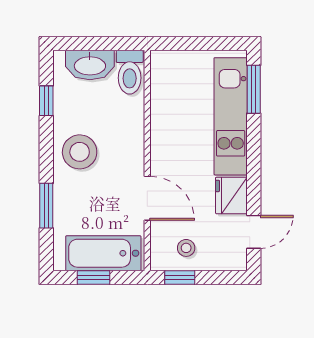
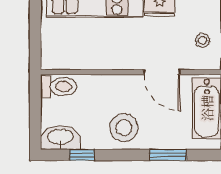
washbasin: (90, 65) -> (60, 137), moved, turned -90
door: (147, 198) -> (162, 72), swing flipped

